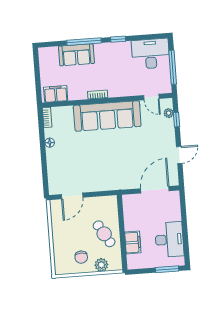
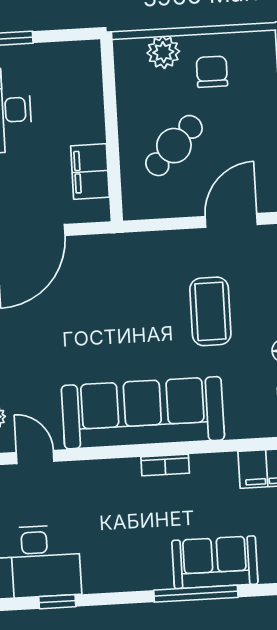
window: (118, 39) -> (57, 602), moved
coffee table: (80, 158) -> (210, 311), added
cafe table: (104, 234) -> (174, 146), moved, turned 76
filing cabinet: (133, 242) -> (90, 171), moved

